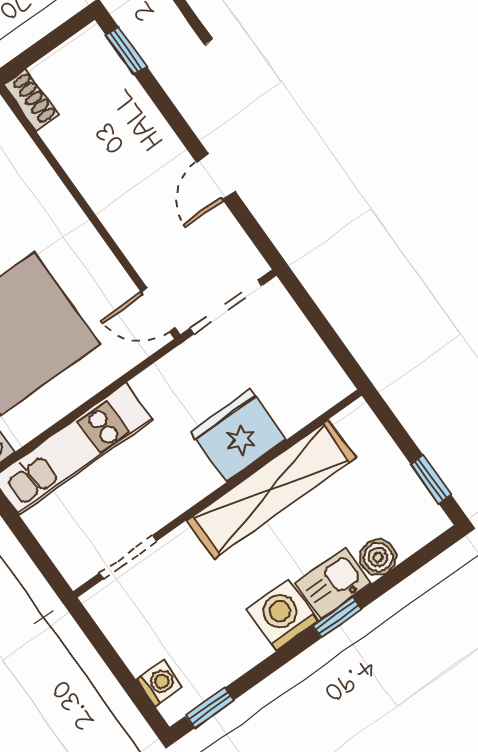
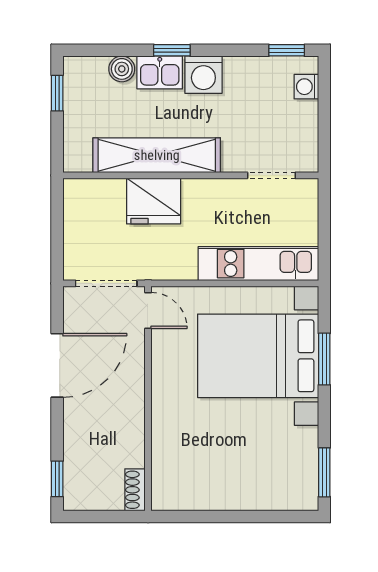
door: (216, 177) -> (57, 365), width x1.87

